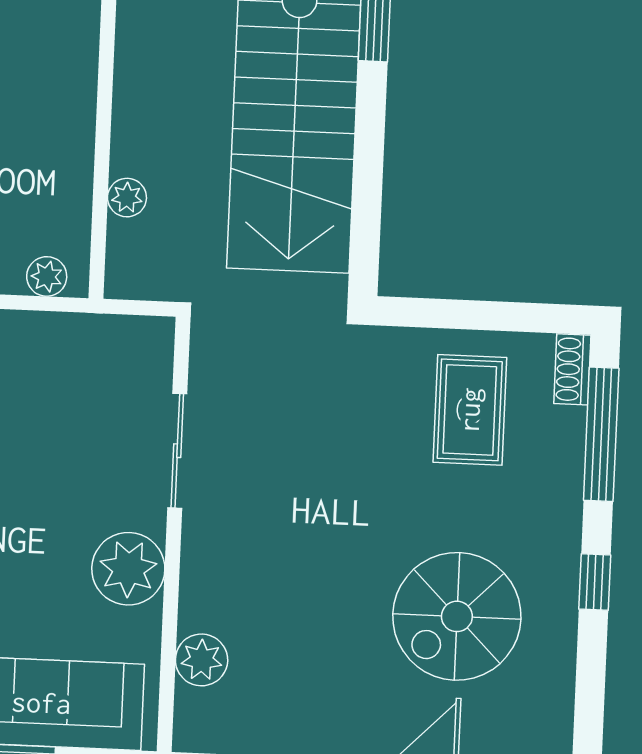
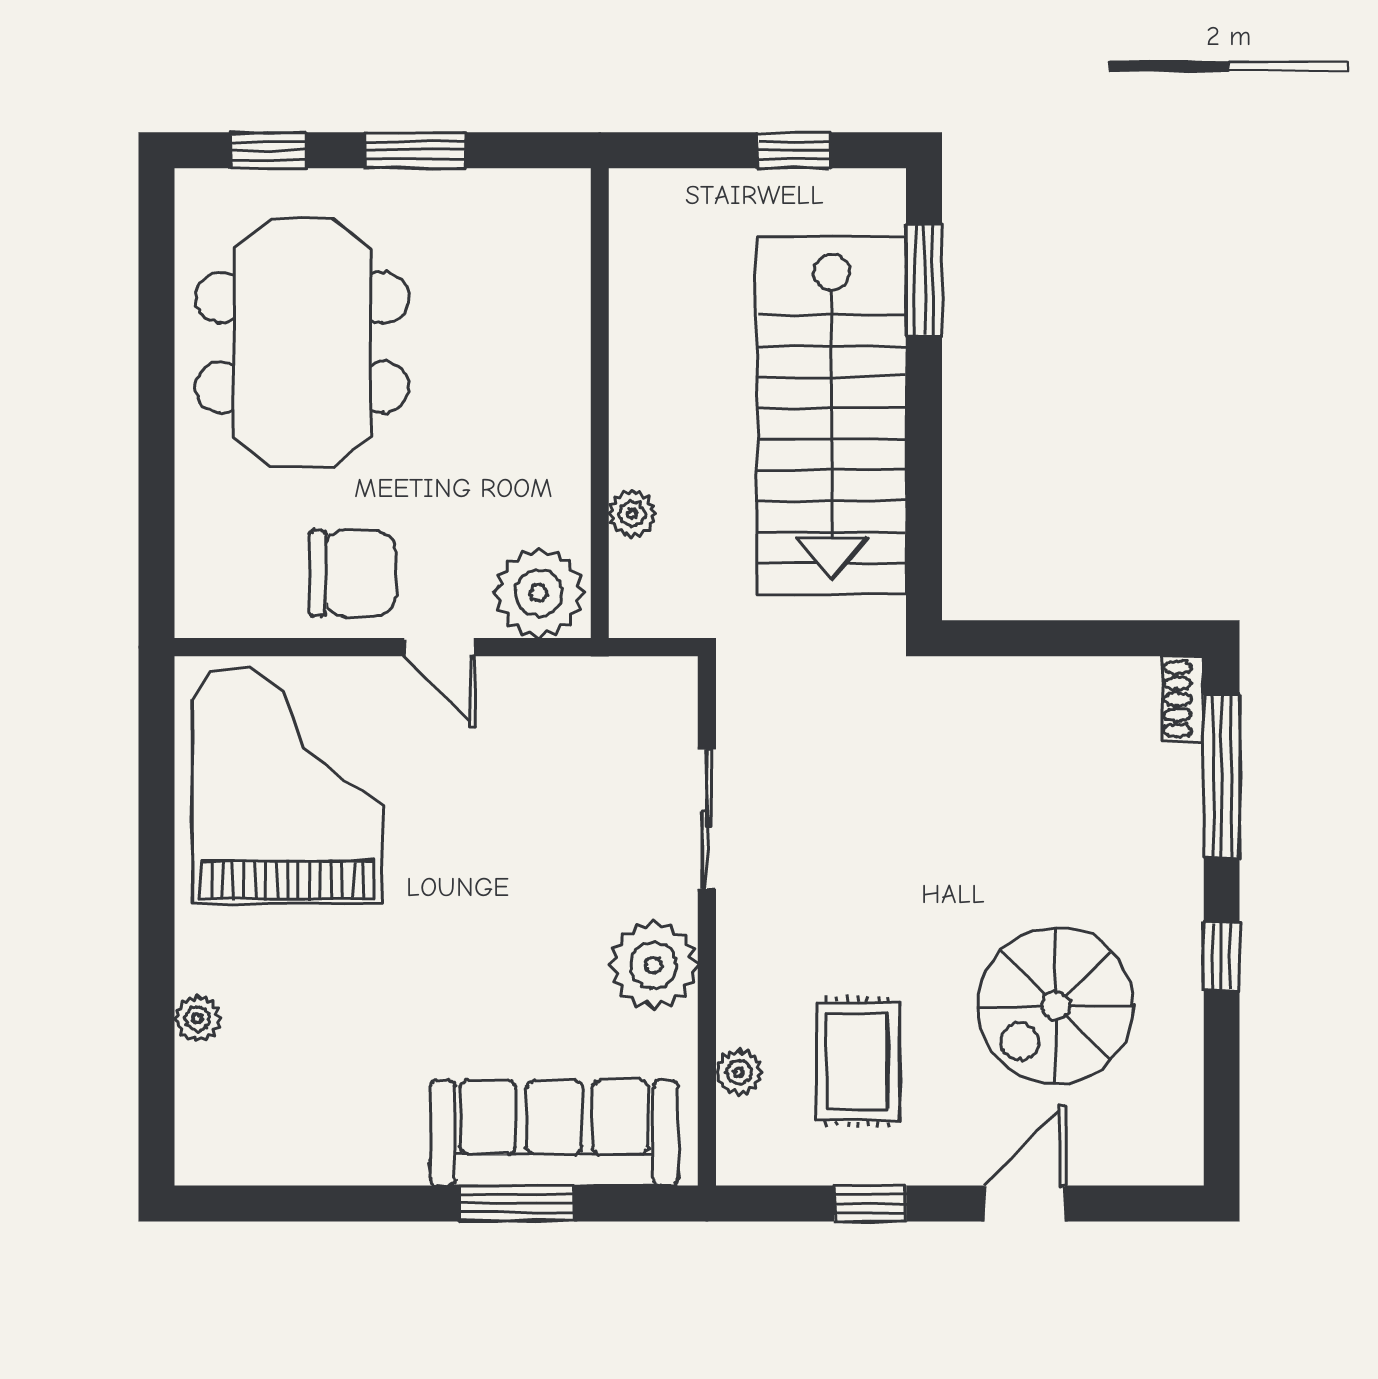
plant: (47, 276) -> (539, 593), width x1.88, depth x1.88
rug: (470, 410) -> (857, 1061), moved
plant: (202, 660) -> (739, 1072), width x0.73, depth x0.73

